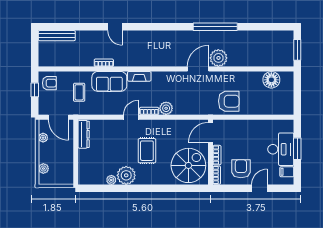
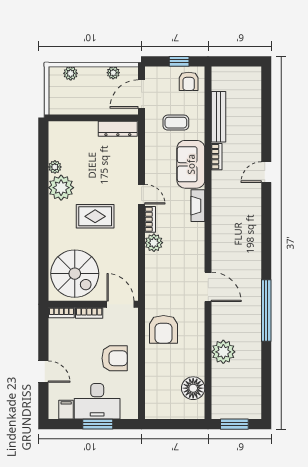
bench: (57, 36) -> (218, 117), moved
plant: (218, 58) -> (223, 352), moved
armchair: (241, 169) -> (115, 358), moved

